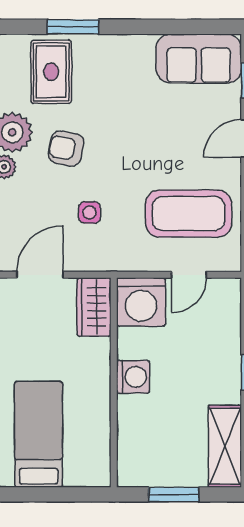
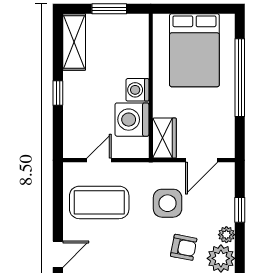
side table: (89, 212) -> (168, 203), width x1.87, depth x1.87
washing machine: (141, 302) -> (132, 120), moved, turned -90
bed: (39, 434) -> (194, 50), width x1.50

